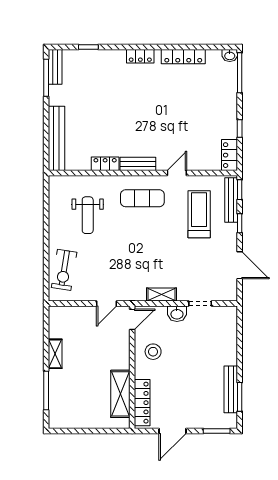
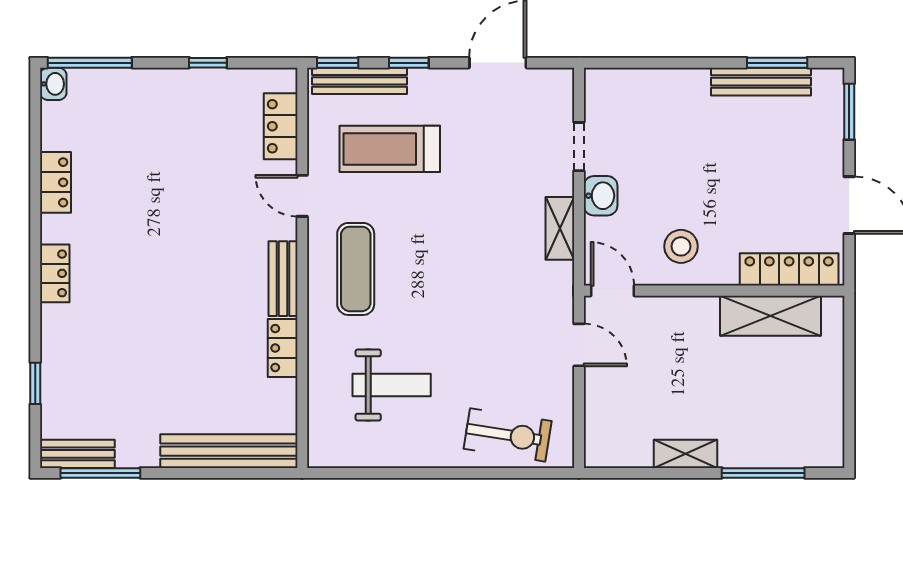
locker: (183, 57) -> (55, 182), width x0.66
locker: (230, 155) -> (281, 126), moved, turned 90

